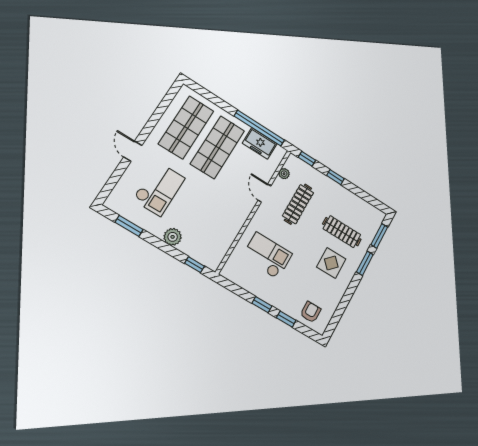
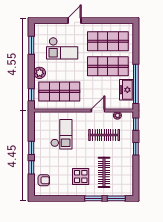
shop shelf: (212, 226) -> (59, 91), added

